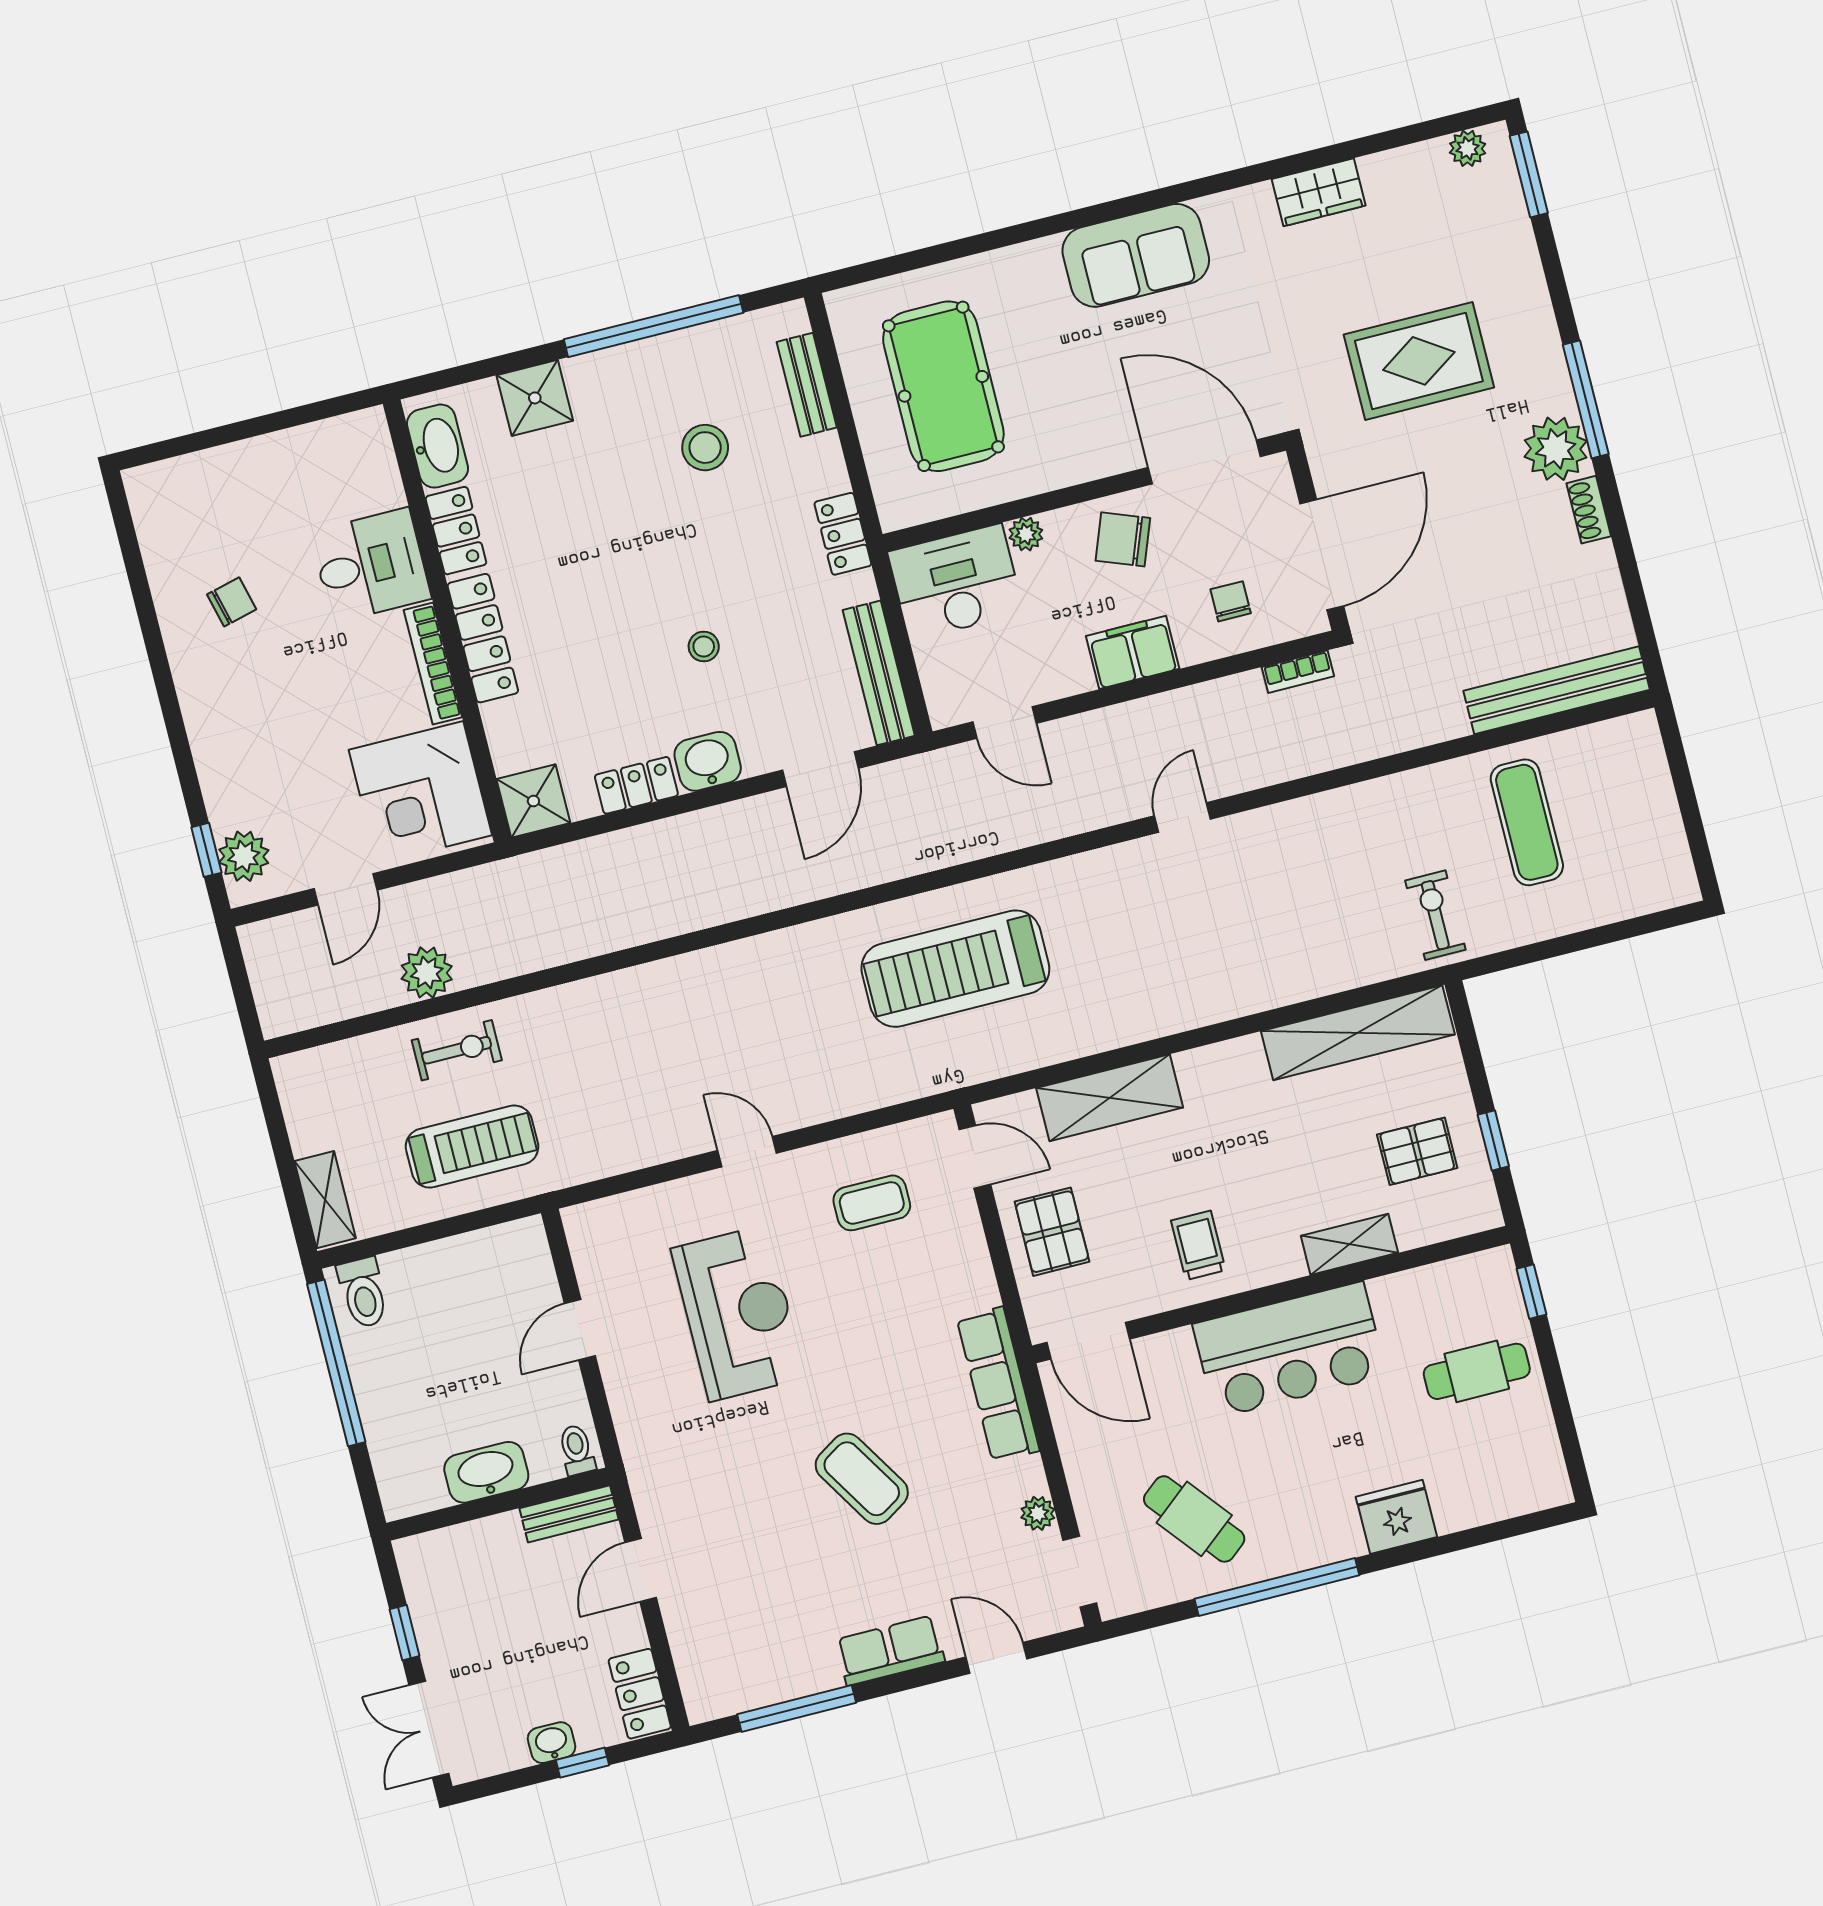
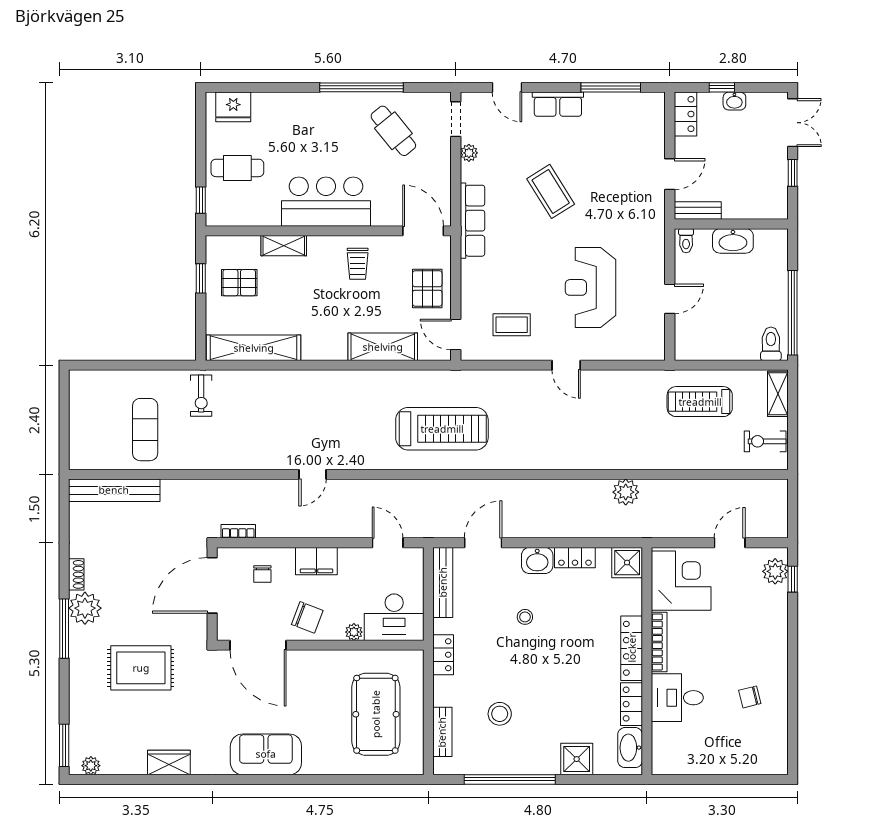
plant: (427, 973) -> (626, 492), moved
exercise bike: (457, 1050) -> (765, 441), moved
fridge: (1396, 1517) -> (233, 107), moved

